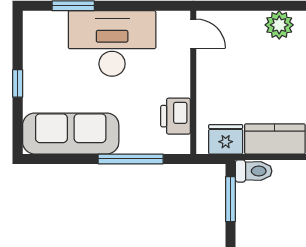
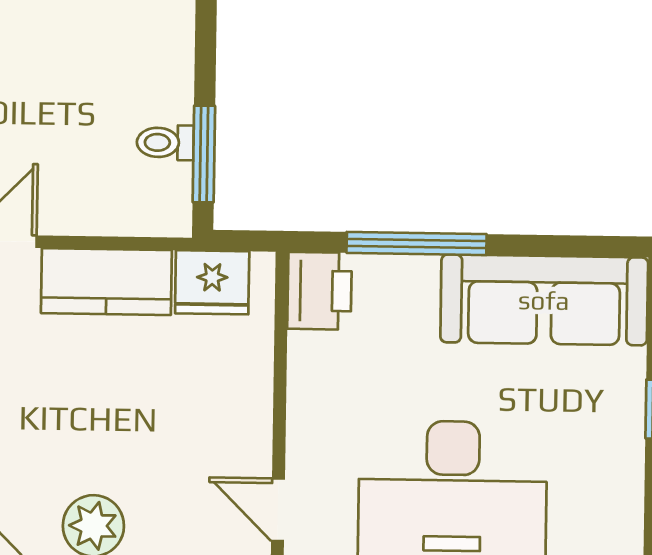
printer: (176, 116) -> (320, 291), moved
toilet: (254, 171) -> (165, 142), moved, width x0.73, depth x0.72

